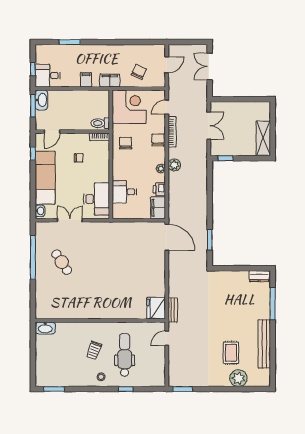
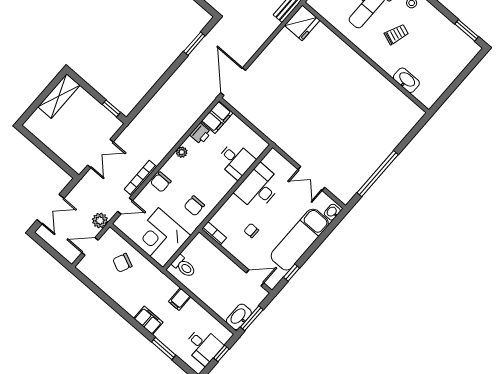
desk: (48, 76) -> (203, 346), moved
filing cabinet: (110, 81) -> (148, 320), moved, turned 180
toilet: (100, 123) -> (184, 266), moved
double door: (209, 126) -> (100, 153), swing flipped
plant: (174, 165) -> (100, 220), moved
desk: (97, 199) -> (259, 188), moved
cafe table: (62, 262) -> (354, 145), removed
washbasin: (45, 328) -> (406, 80), moved

